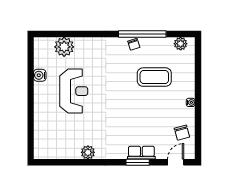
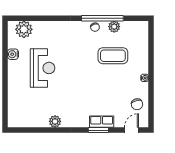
plant: (181, 44) -> (114, 27), moved
plant: (64, 47) -> (24, 29), moved

